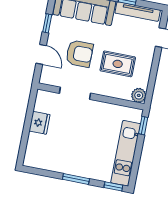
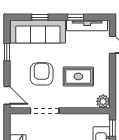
door: (41, 54) -> (7, 95), moved
armchair: (79, 54) -> (42, 74), turned -90

